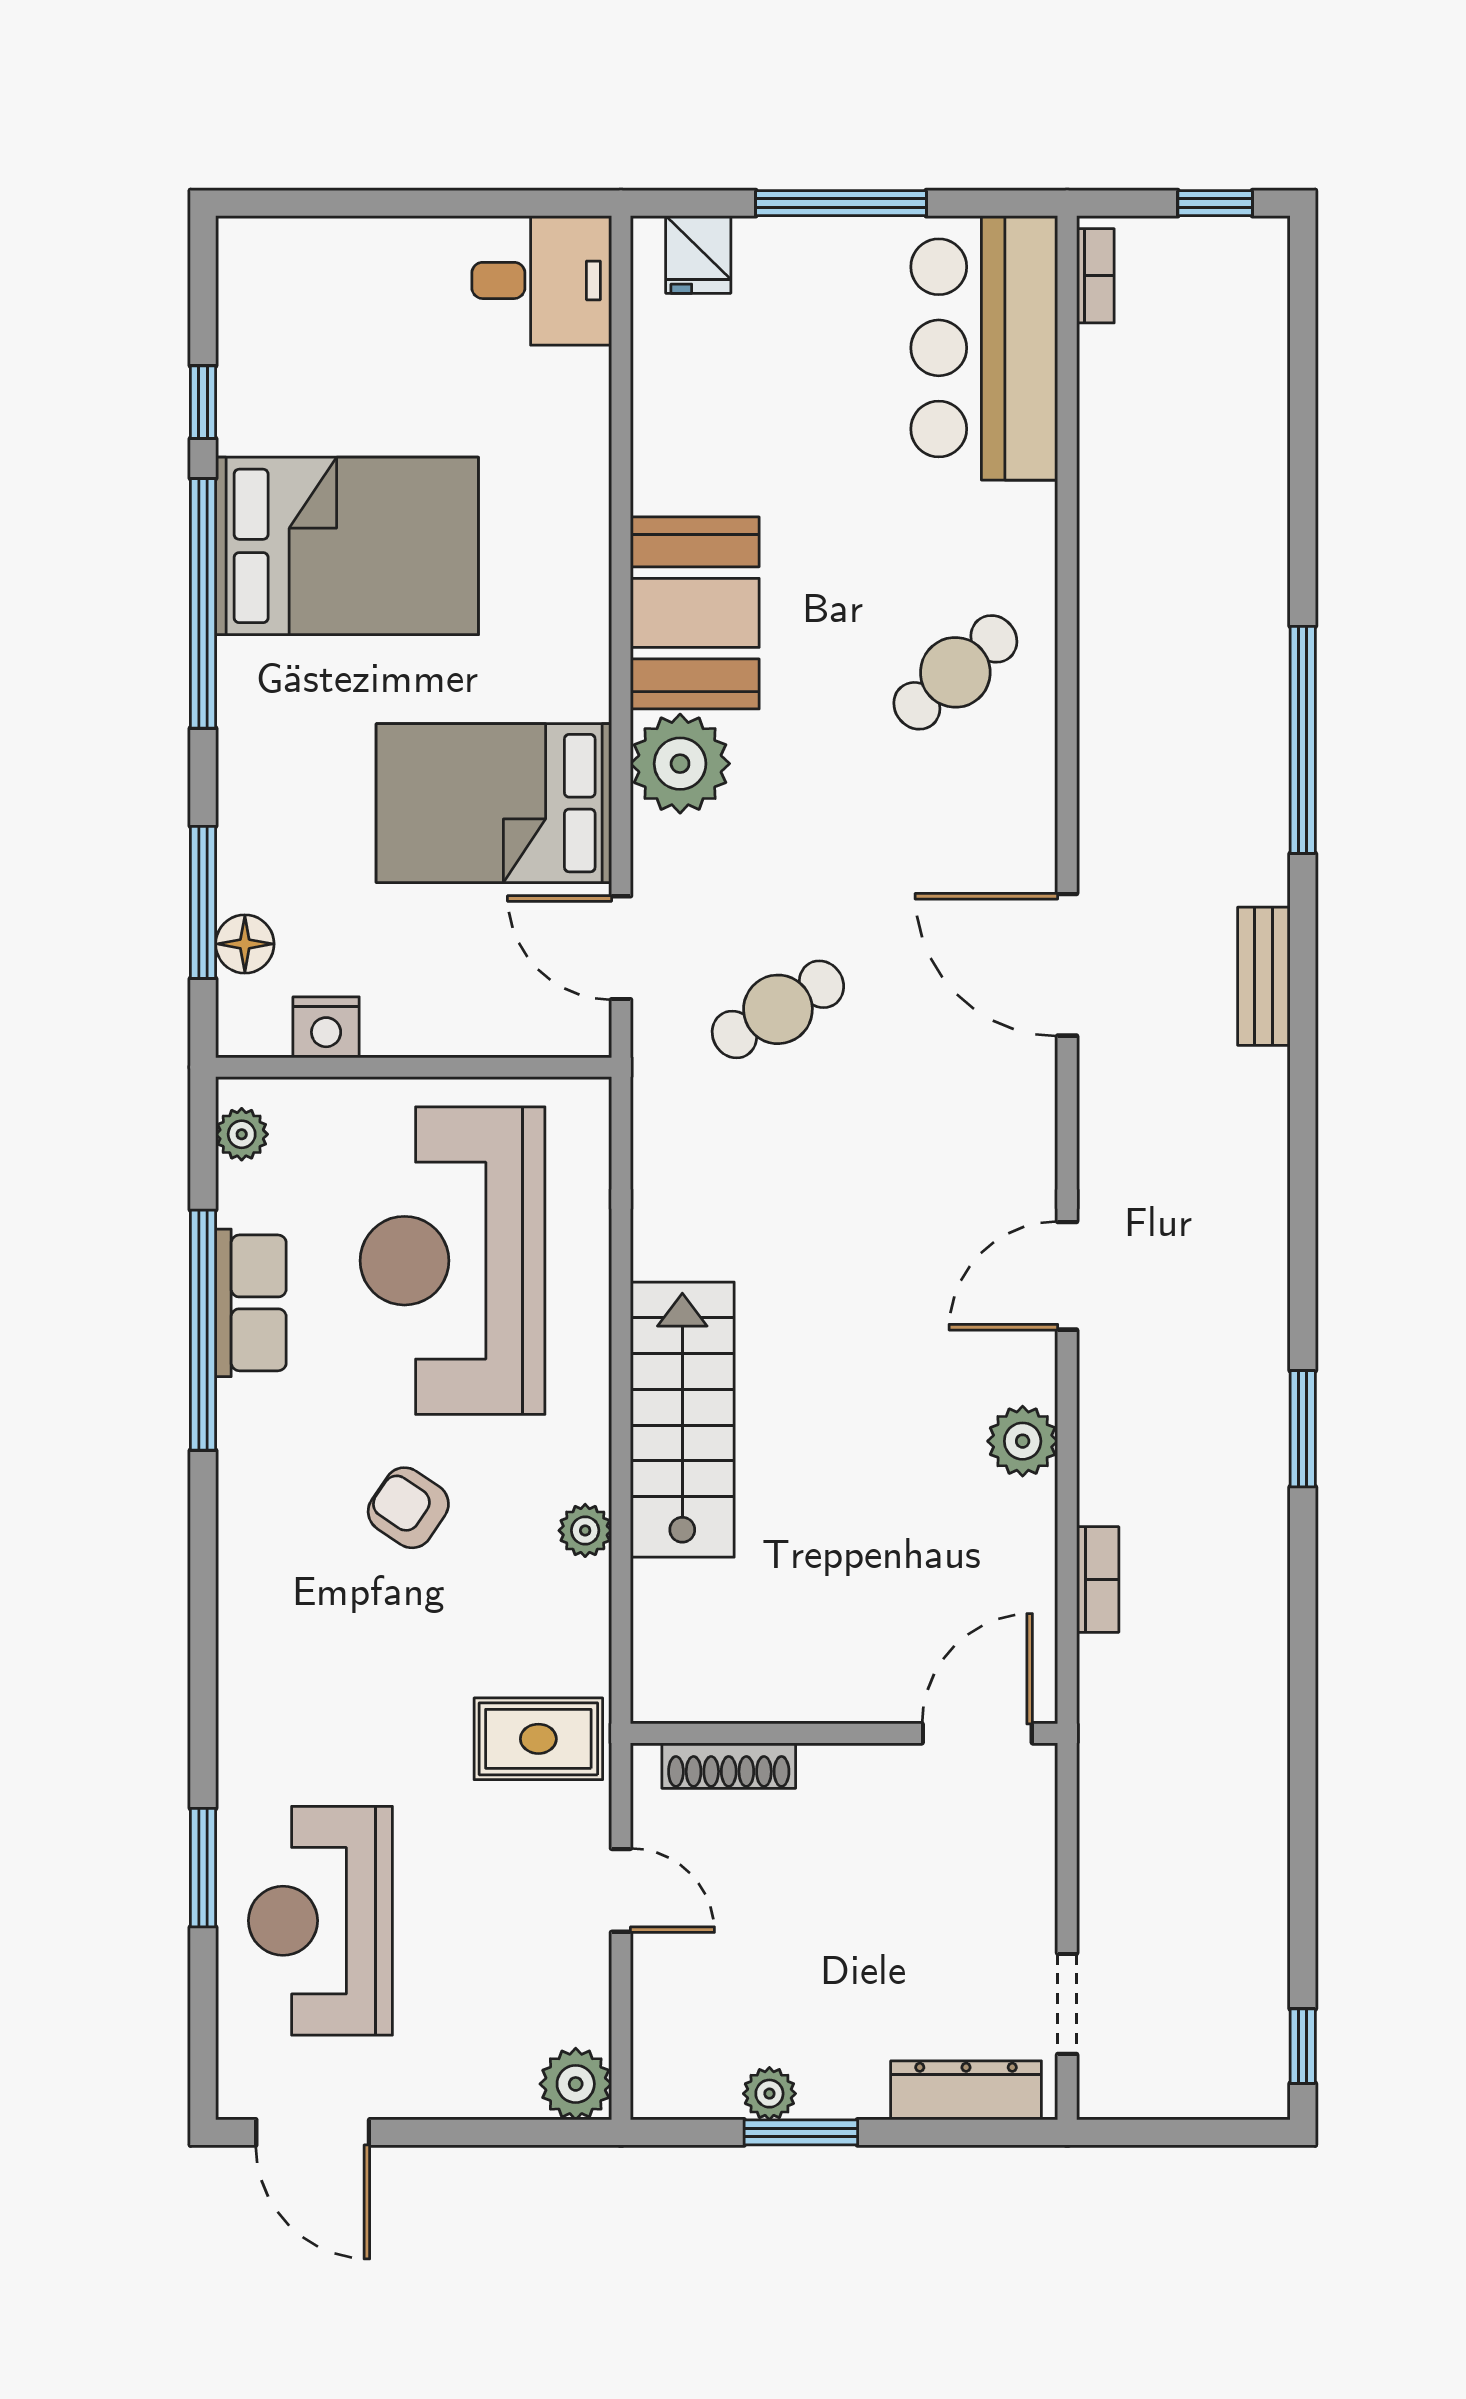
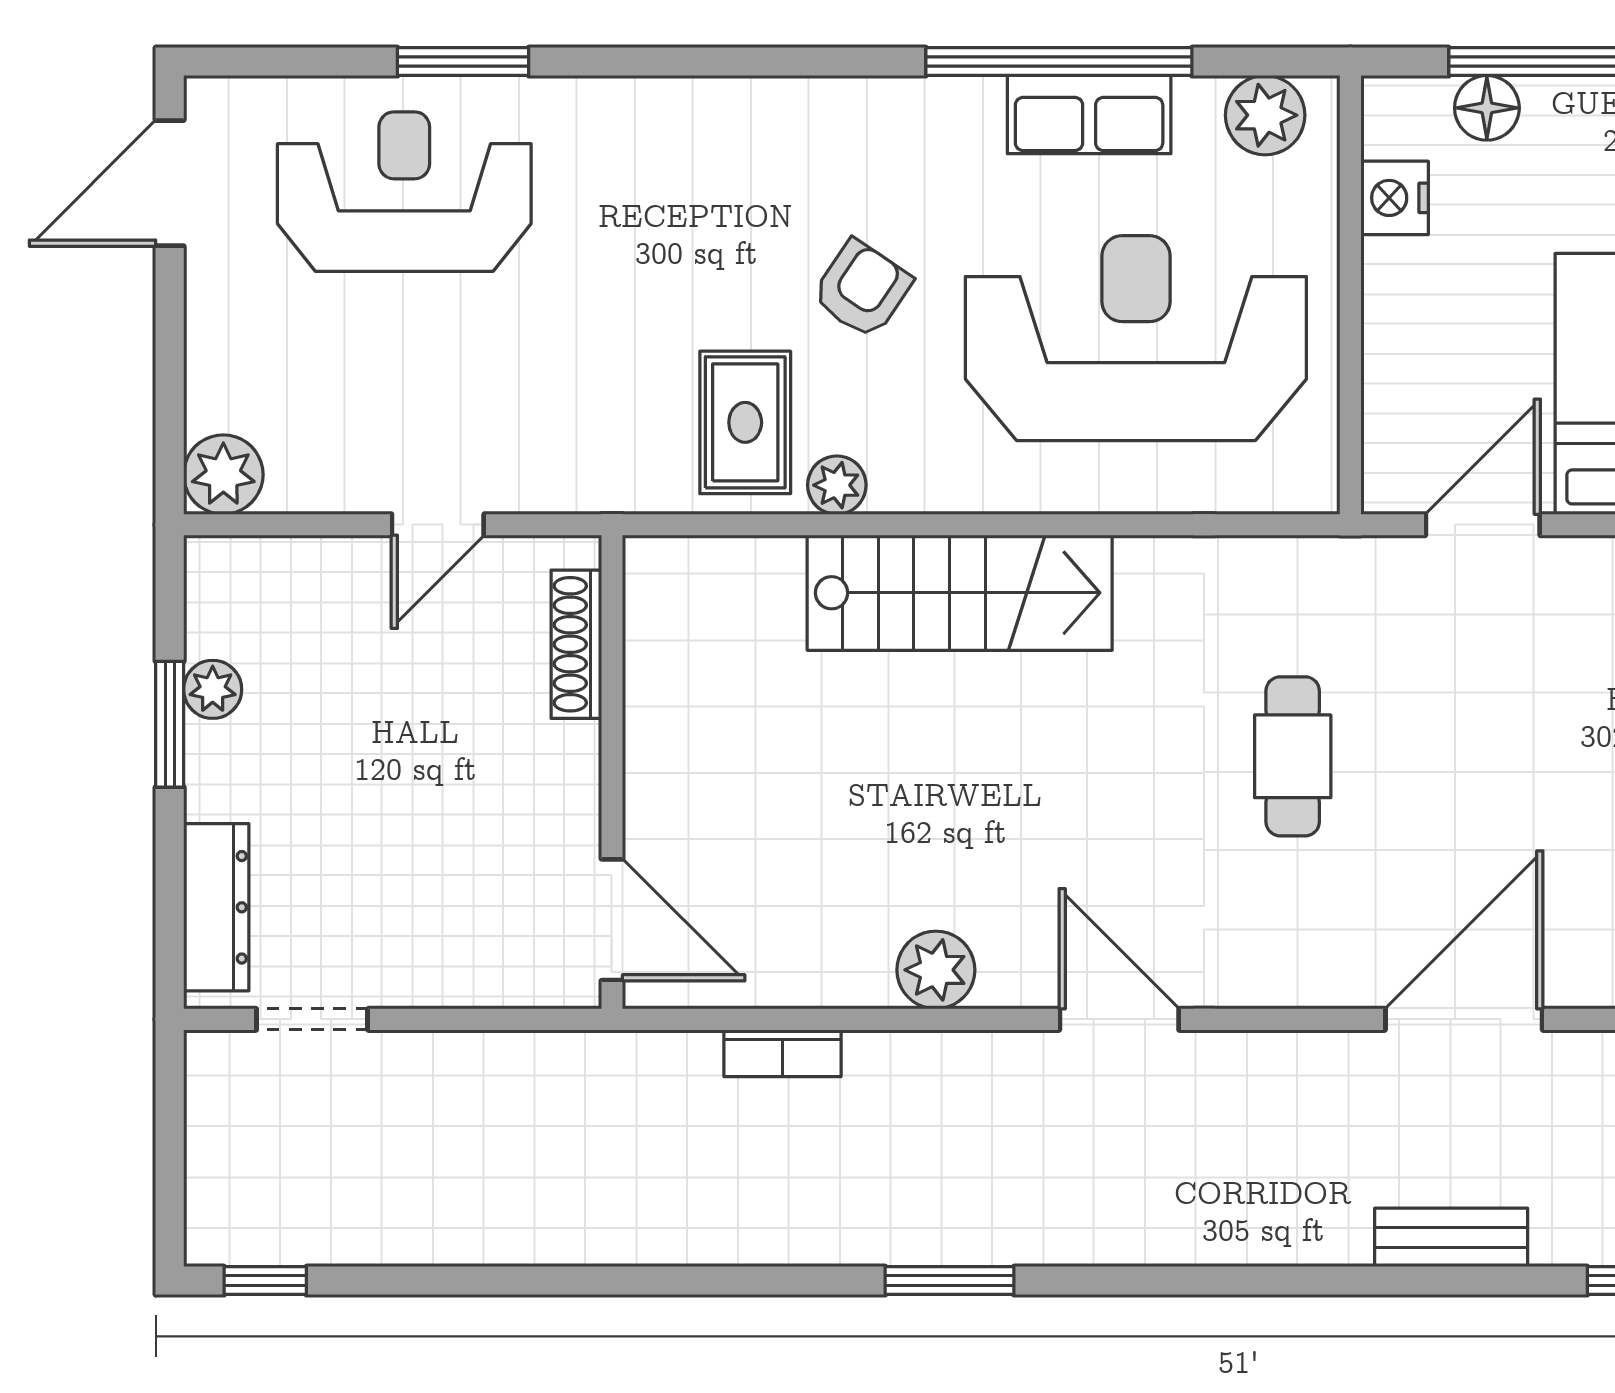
cafe table: (778, 1009) -> (1293, 756), moved, turned 30
plant: (242, 1134) -> (1265, 115), width x1.38, depth x1.38
rug: (538, 1739) -> (745, 422), moved

